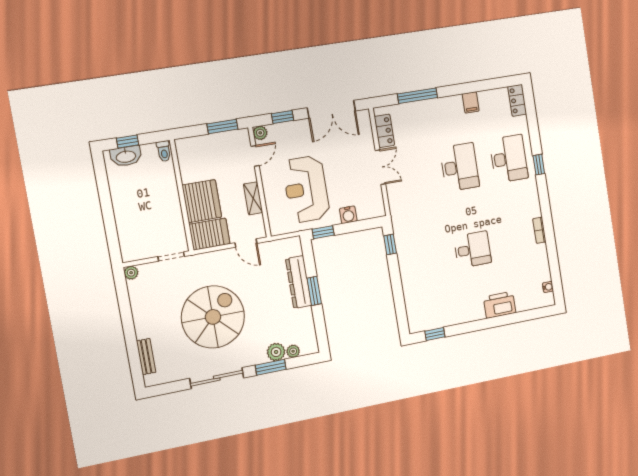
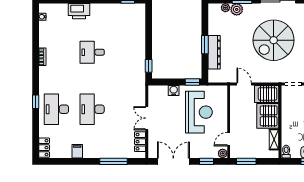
shelving: (253, 198) -> (274, 139), moved

